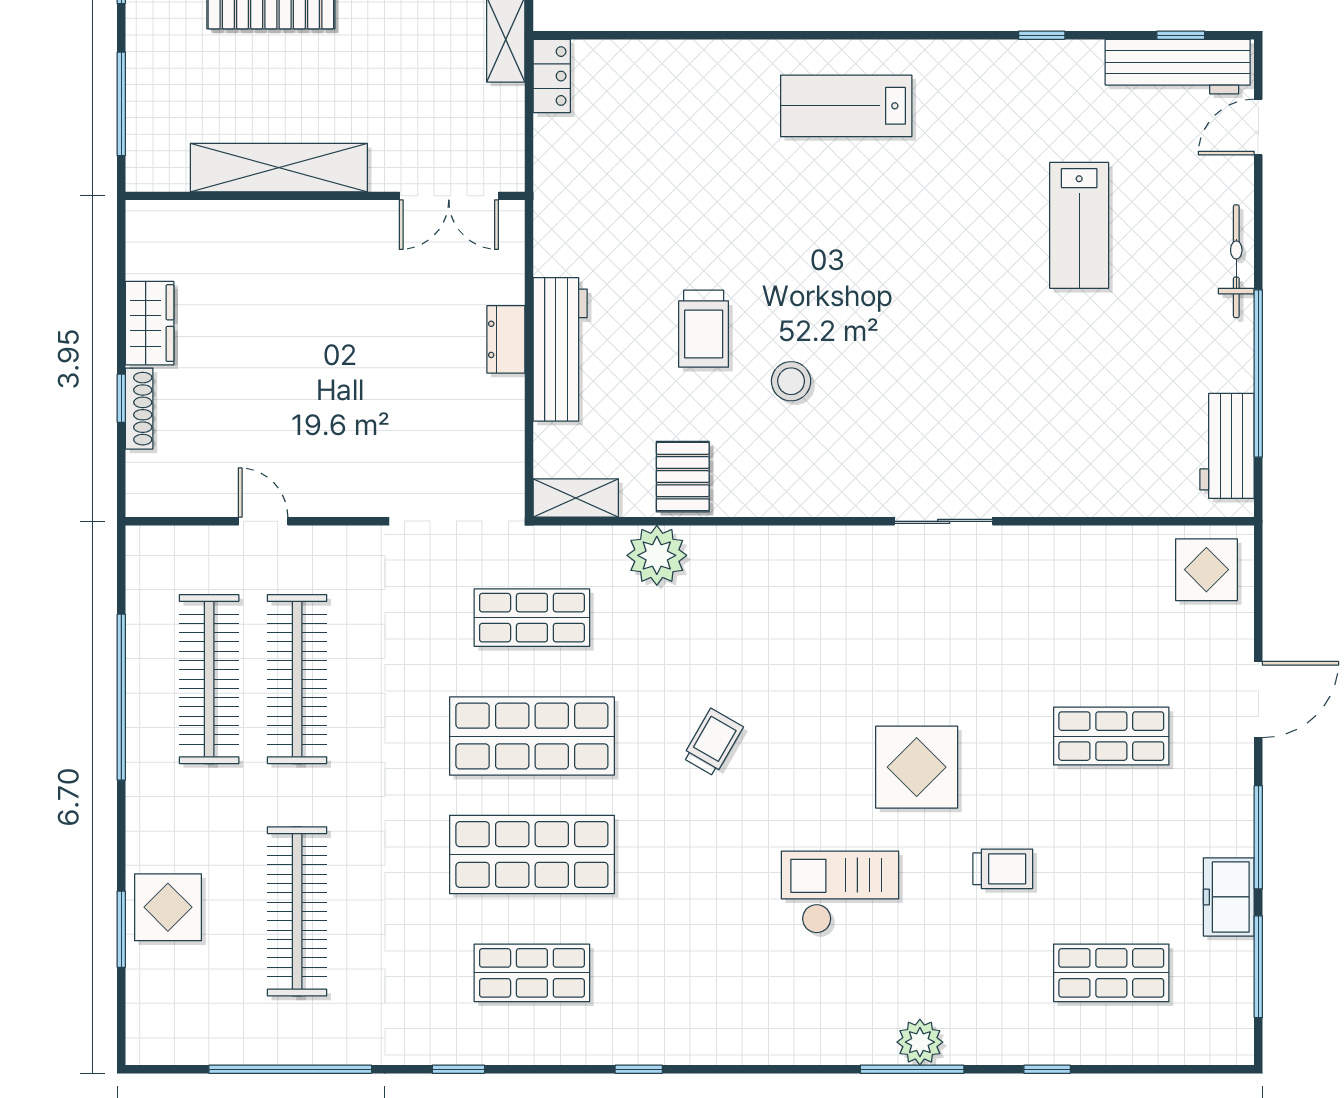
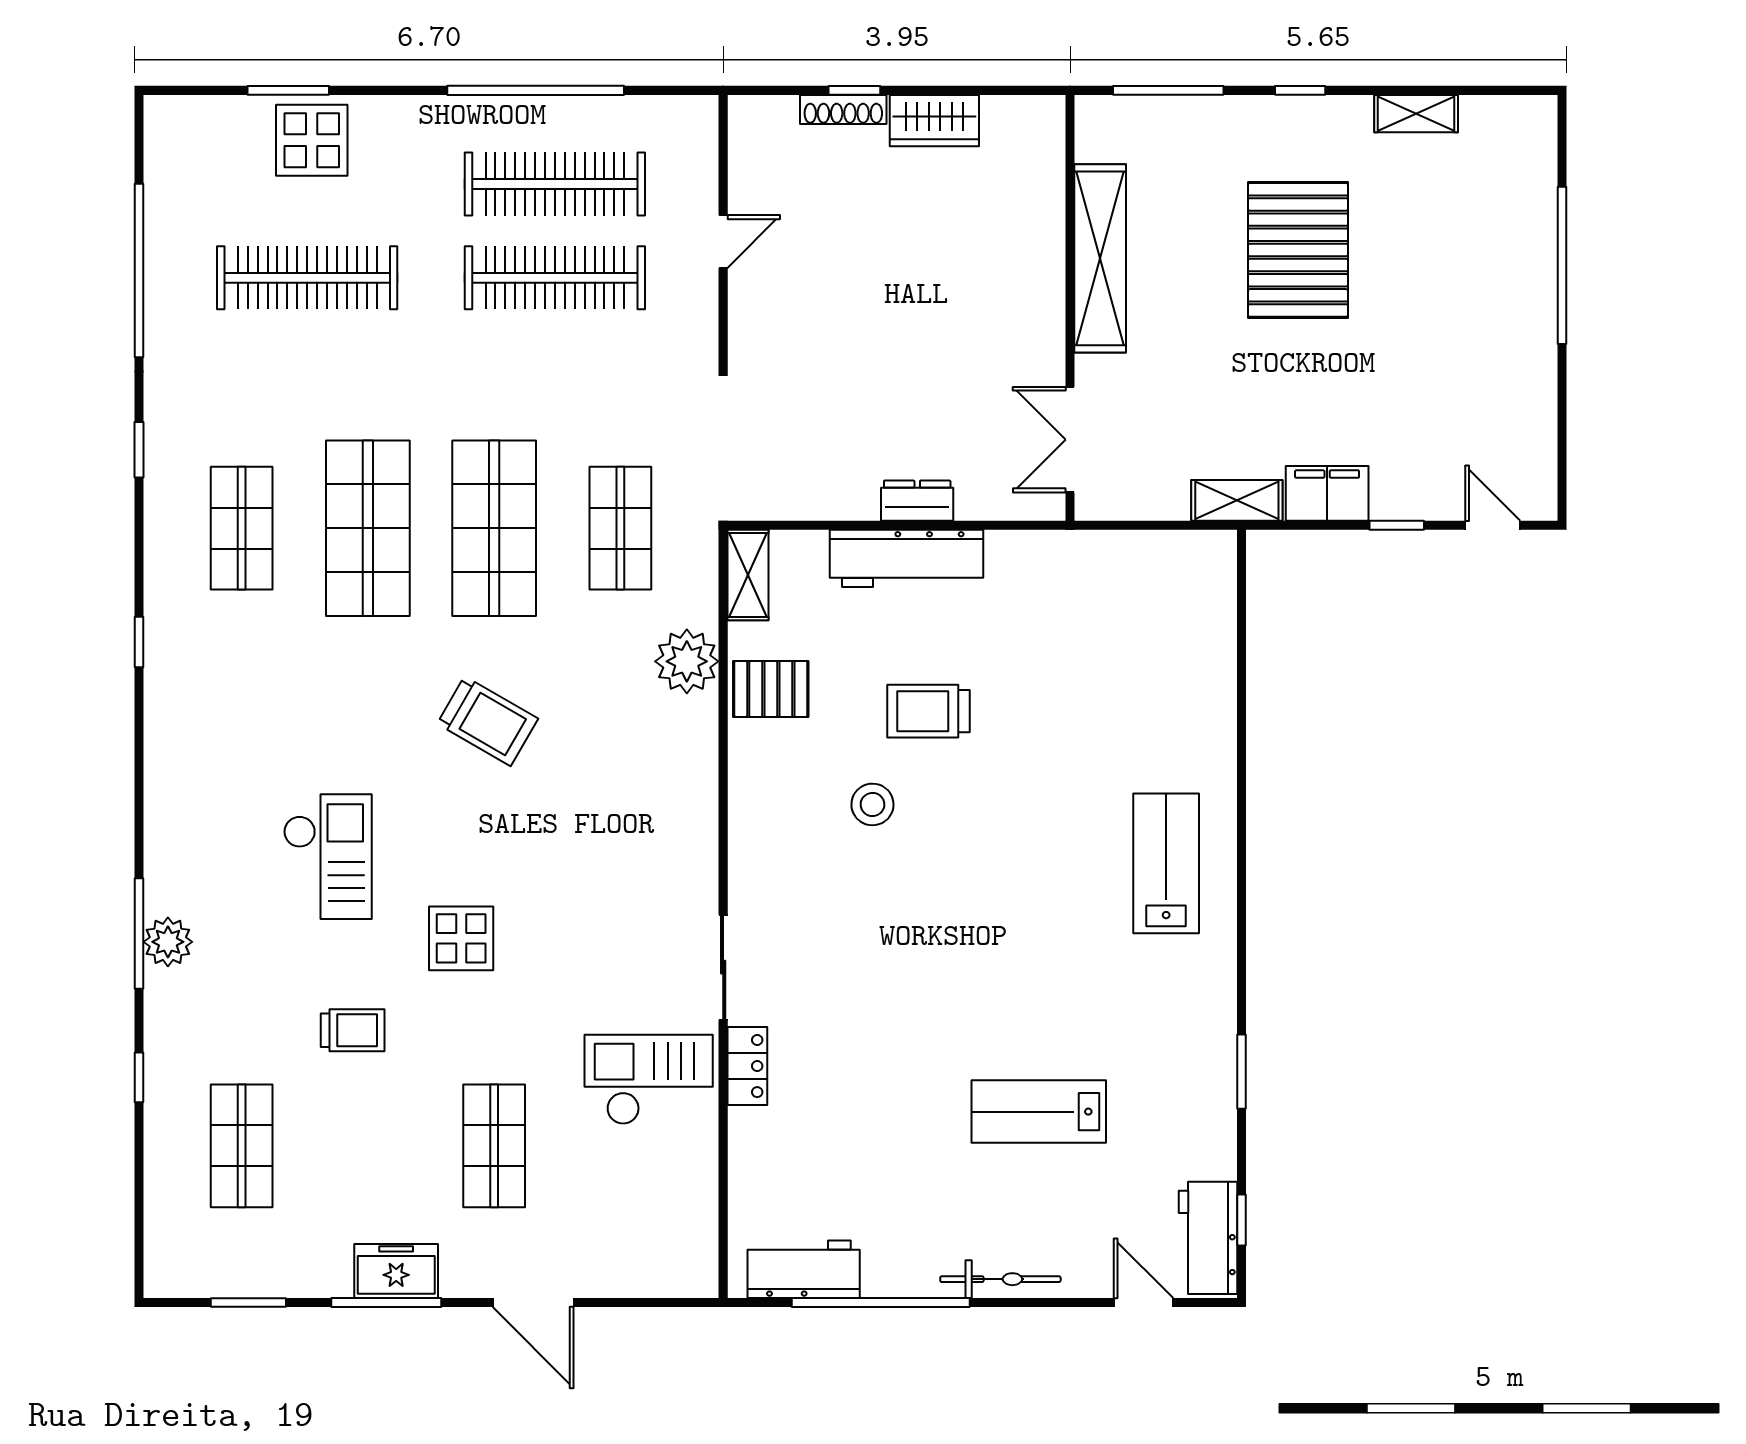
window: (1042, 35) -> (1241, 1072), width x1.50
workbench: (1178, 67) -> (1208, 1238), width x0.73
locker: (552, 76) -> (747, 1066), moved, turned -90
display table: (1206, 570) -> (672, 1247), removed
checkout: (1049, 591) -> (649, 1080), added
trolley: (713, 742) -> (488, 721), width x1.36, depth x1.39
display table: (917, 767) -> (461, 938), width x0.73, depth x0.73
trolley: (1003, 869) -> (353, 1030), turned -90
freezer: (1229, 897) -> (396, 1271), moved
window: (1258, 967) -> (248, 1303), width x0.69

